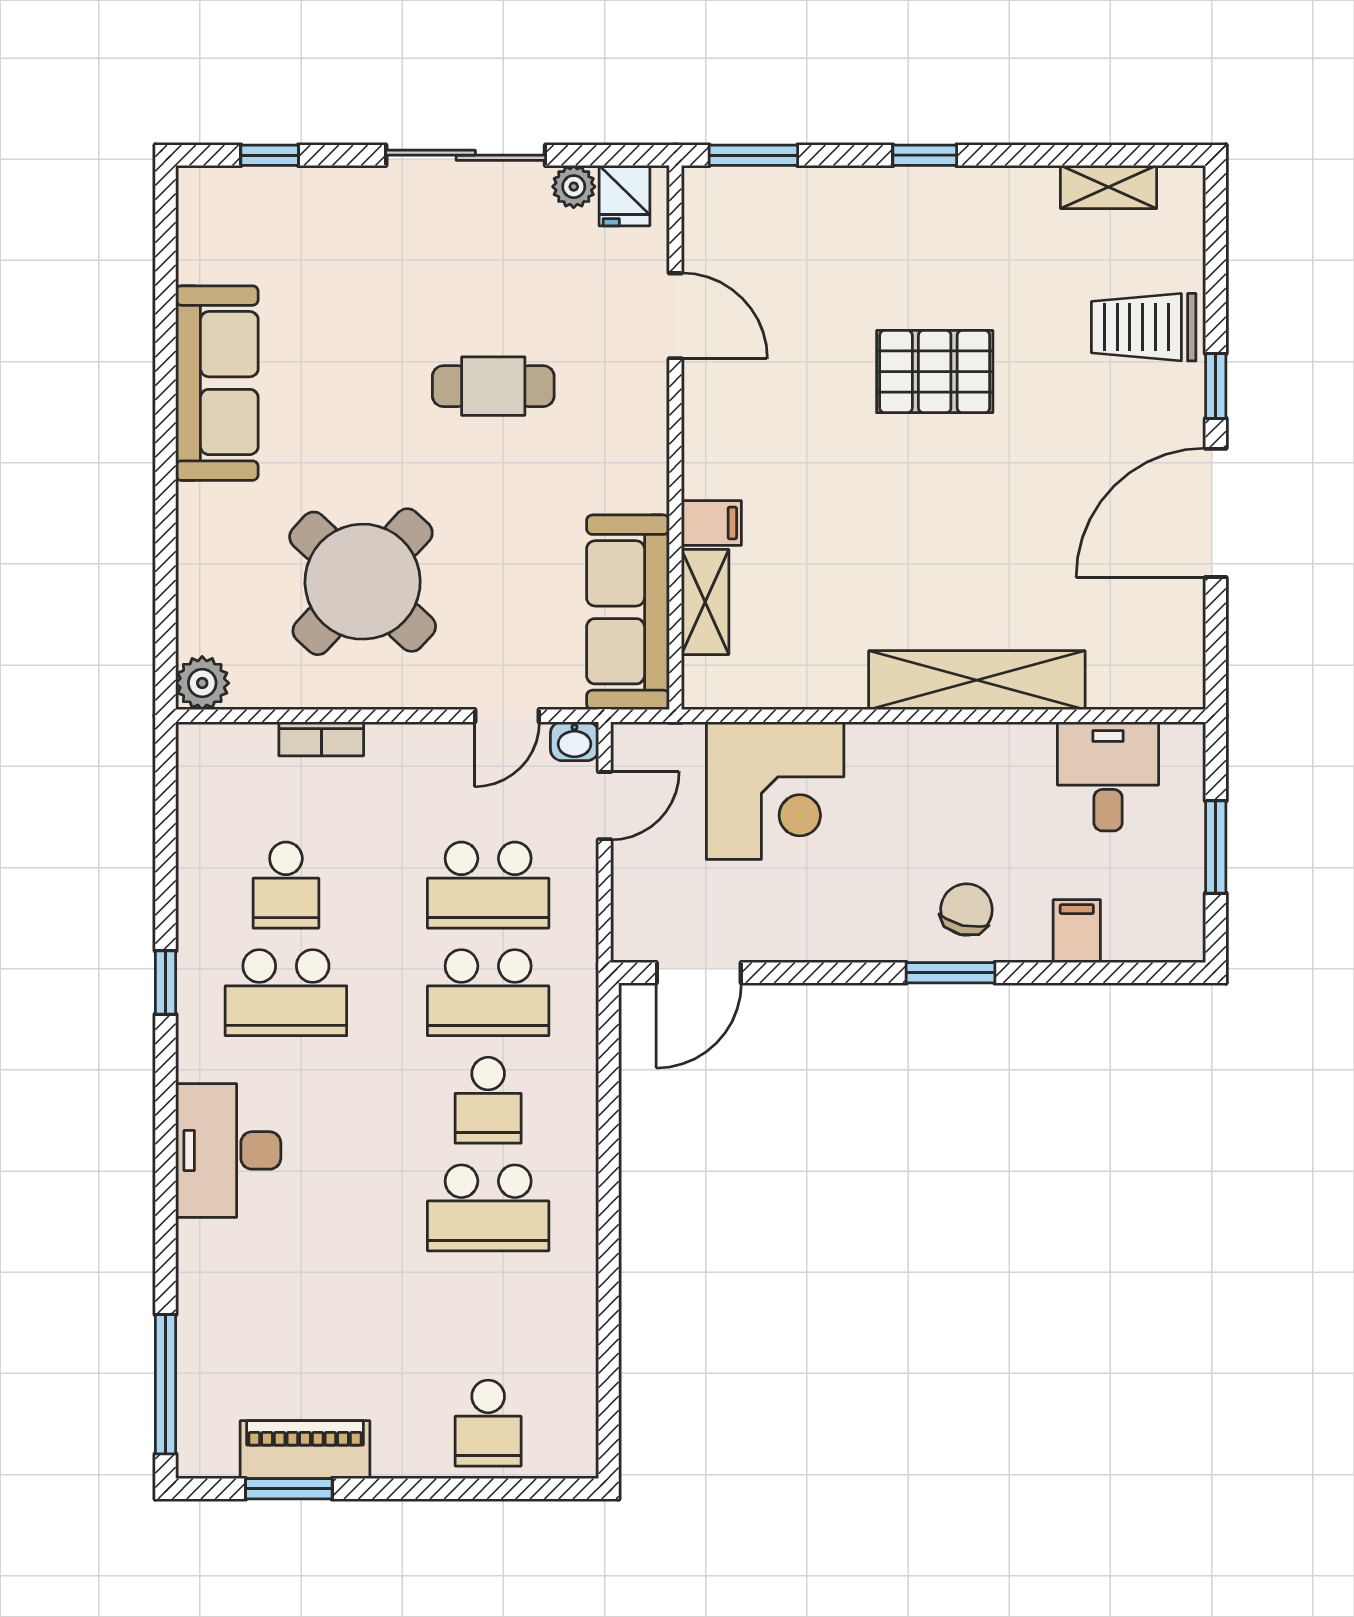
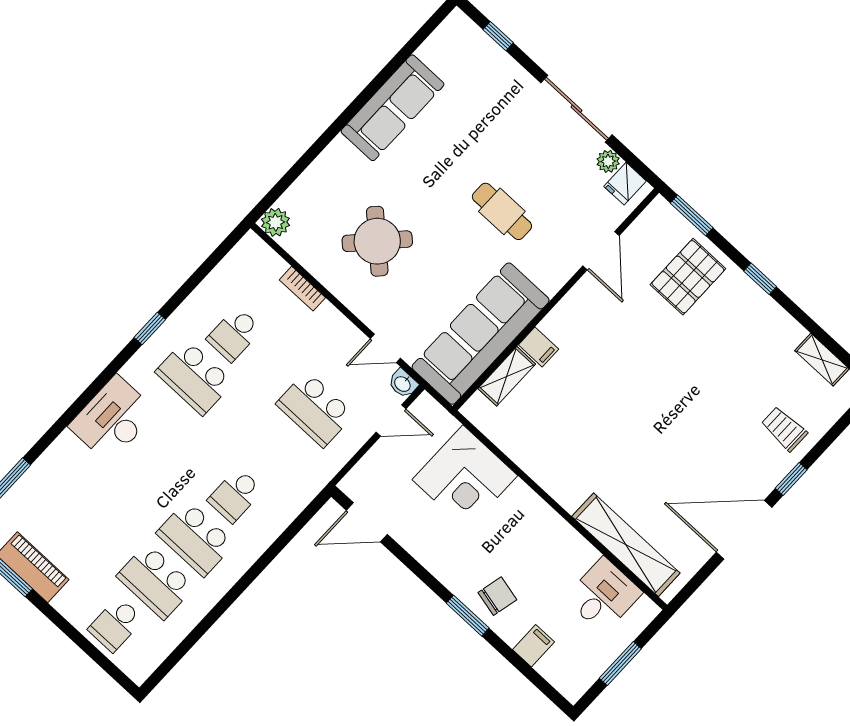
trolley: (1144, 327) -> (784, 429), width x0.73, depth x0.72
pallet: (935, 372) -> (688, 277), moved, turned 90
round table: (363, 582) -> (377, 241), width x0.73, depth x0.73
sofa: (628, 612) -> (481, 334), width x1.36, depth x1.27
shelving: (977, 680) -> (626, 545), moved
school desk: (488, 993) -> (156, 581), moved

